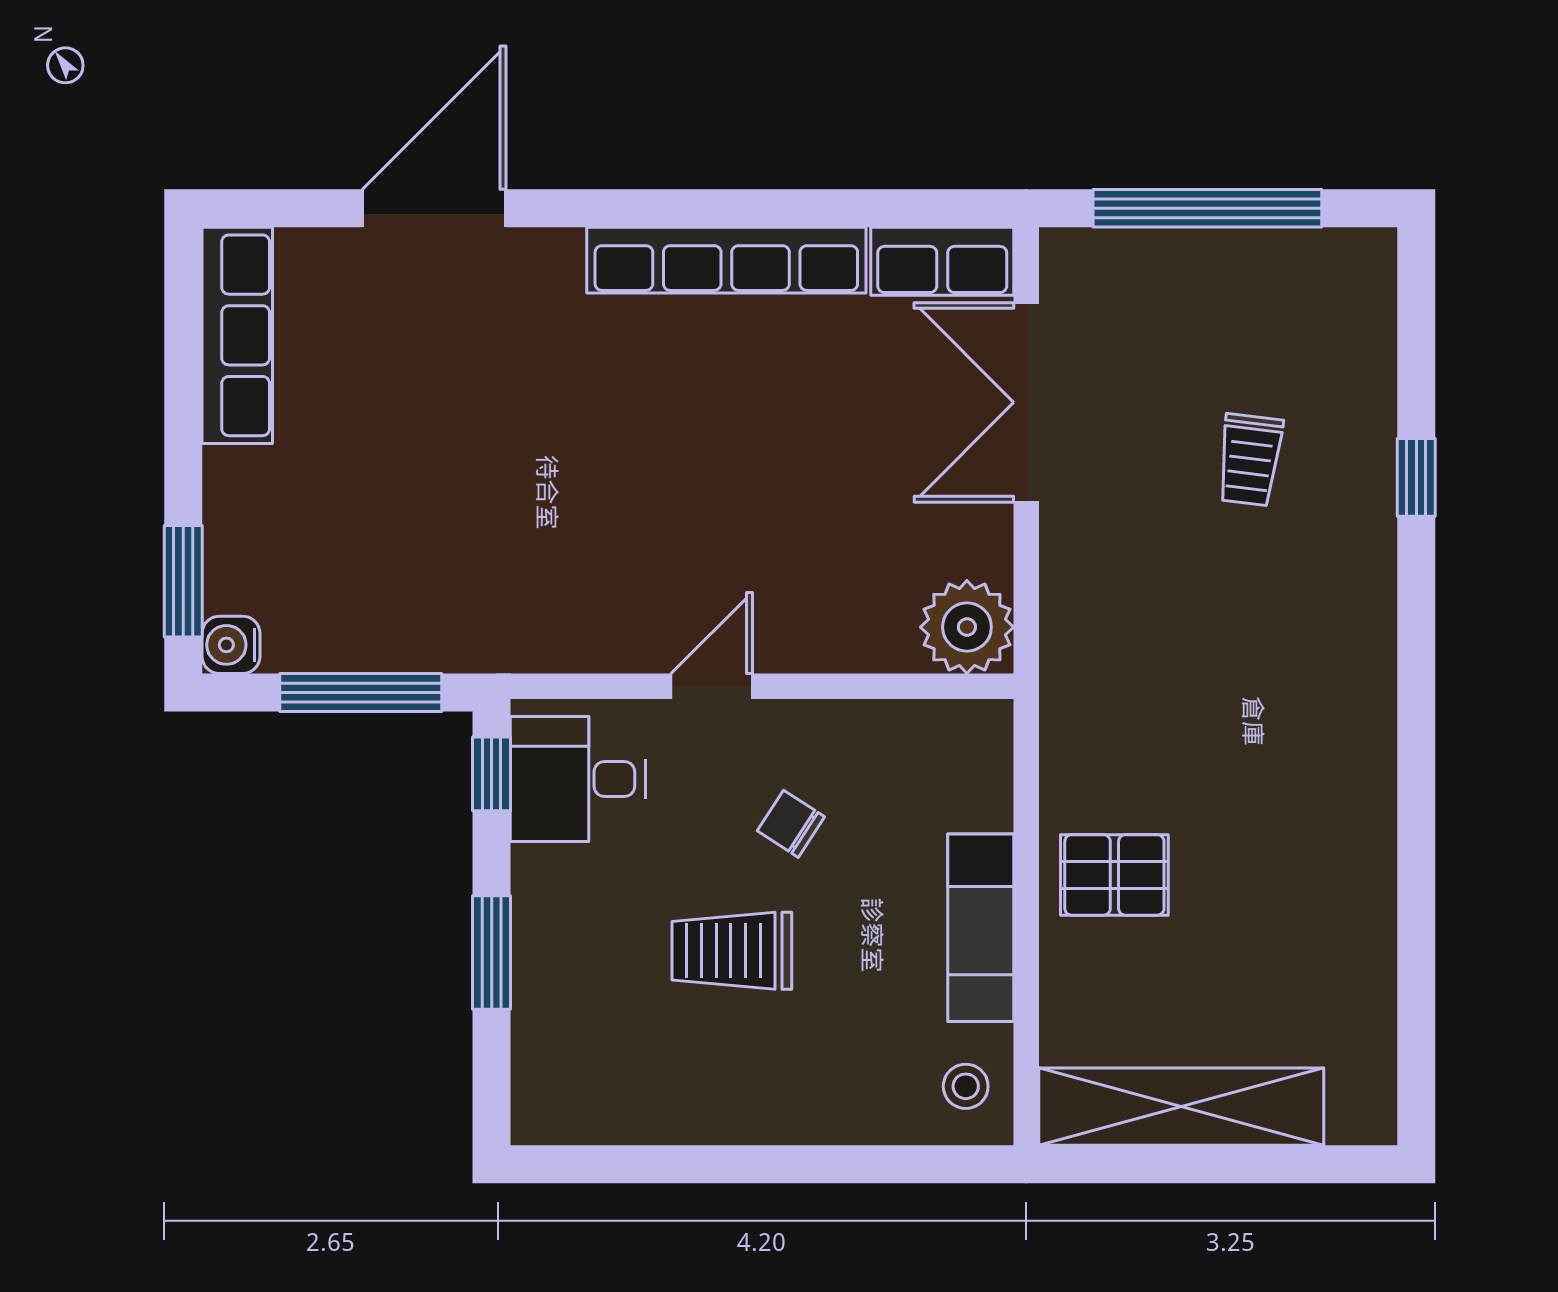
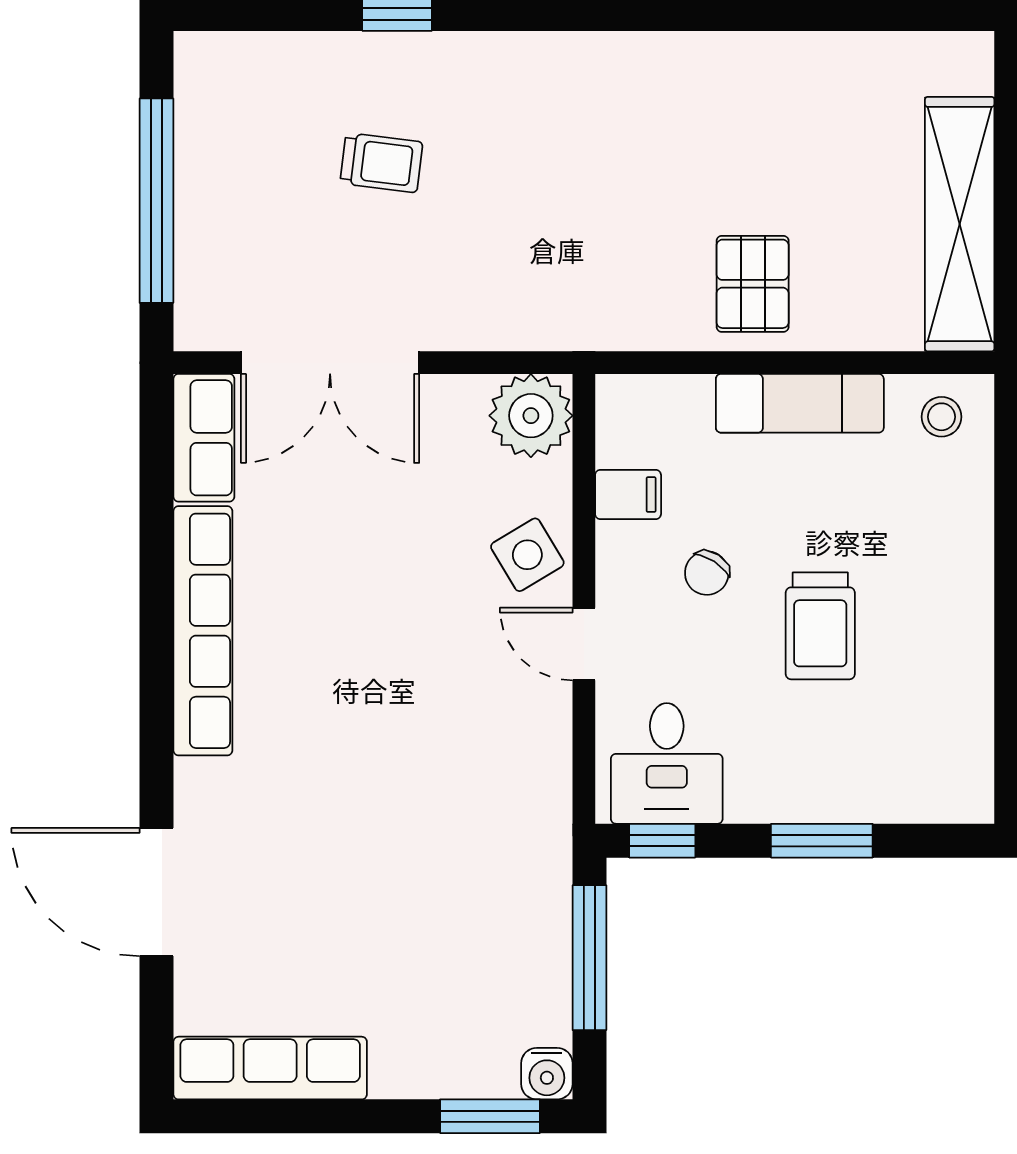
side table: (811, 623) -> (527, 555), added
filing cabinet: (879, 736) -> (628, 495), added

